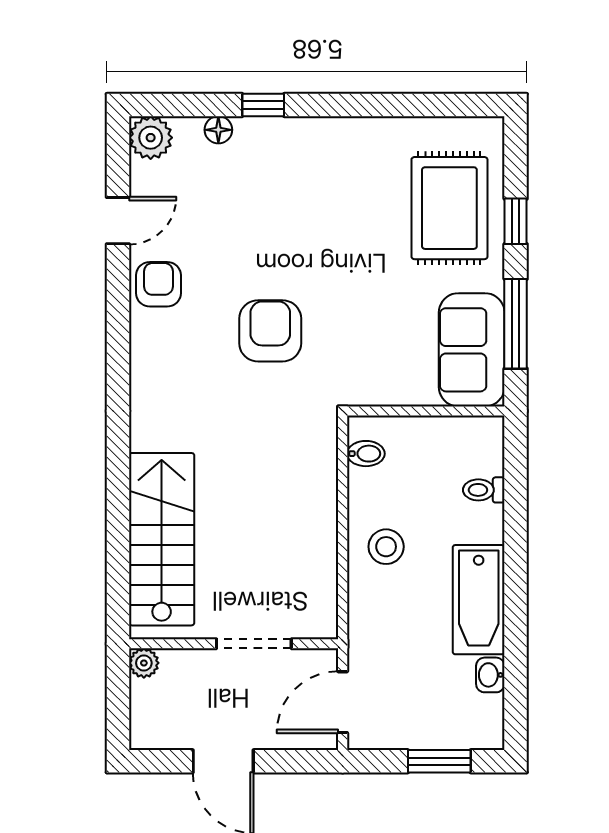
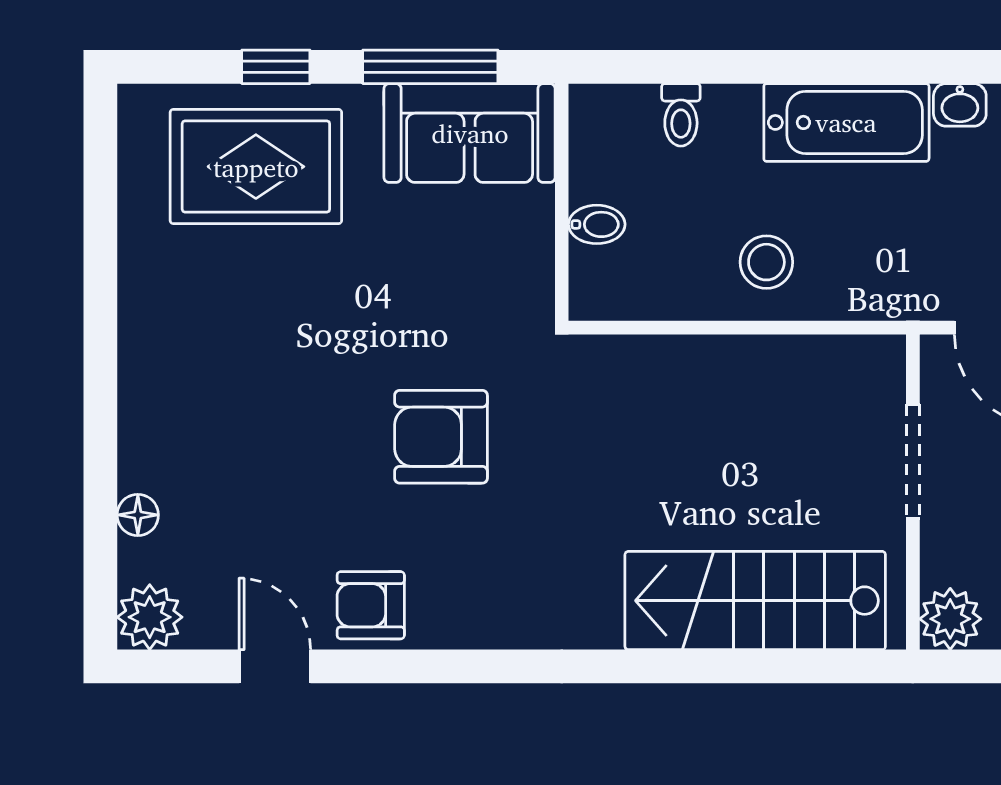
window: (263, 105) -> (100, 447), removed
bidet: (366, 454) -> (597, 224), moved, turned 90
plant: (144, 663) -> (950, 619), width x1.38, depth x1.38

